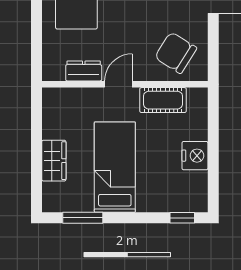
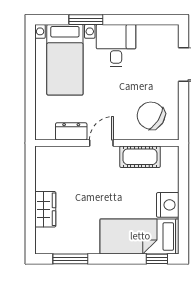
bed: (115, 167) -> (140, 236), moved, turned -90

